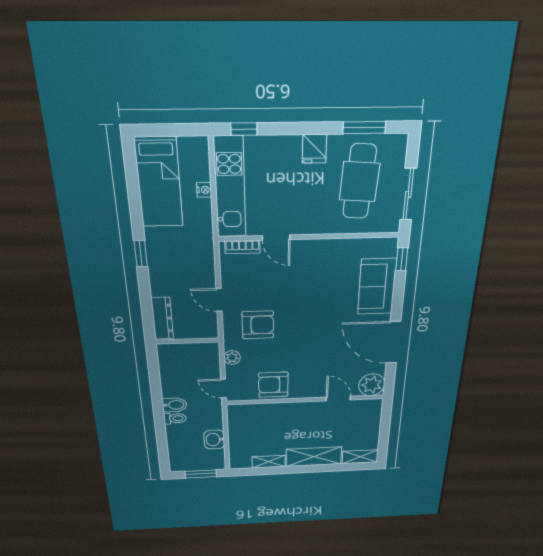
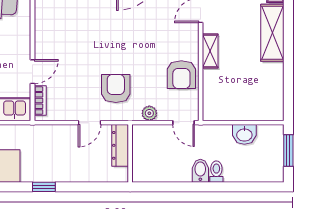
dresser: (162, 318) -> (120, 145), moved, turned -90
door: (224, 388) -> (184, 123), hinge flipped
shelving: (269, 462) -> (210, 51), moved

